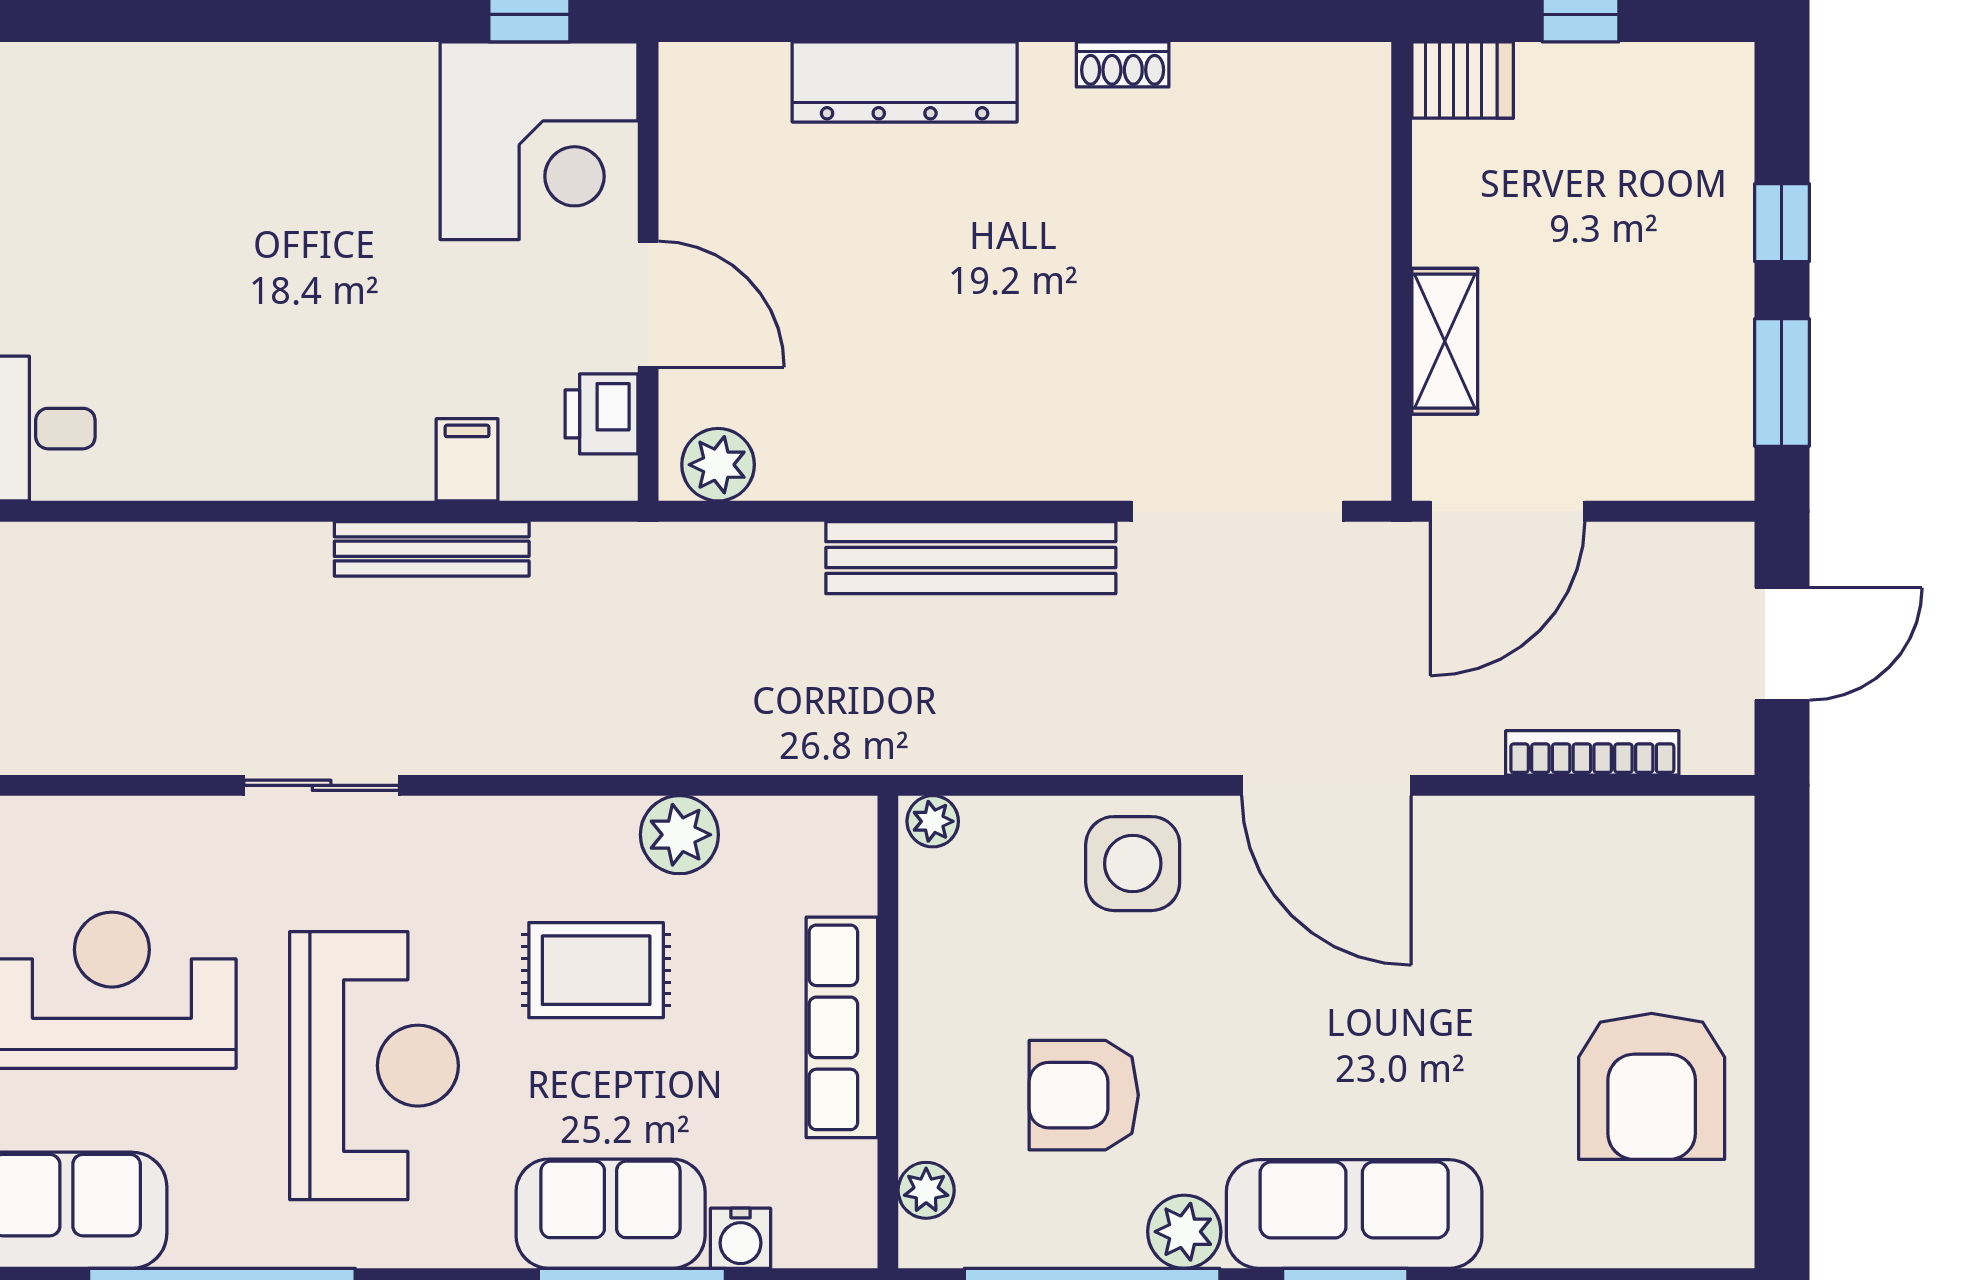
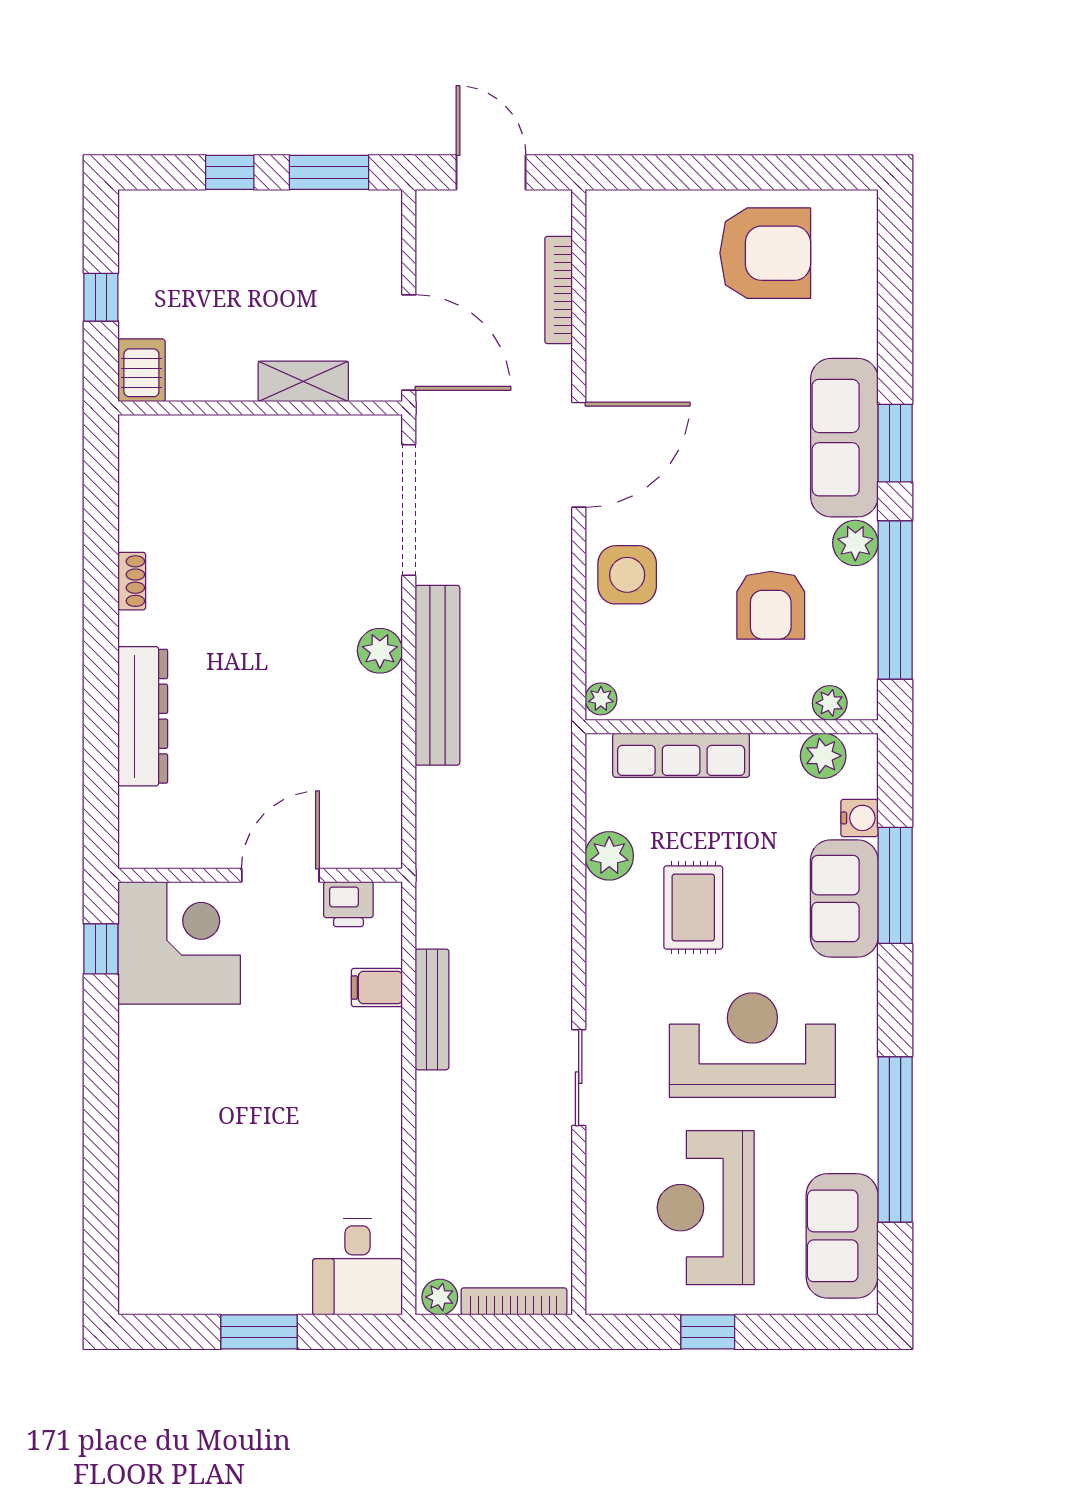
plant: (718, 465) -> (380, 651), moved
row of seats: (842, 1027) -> (681, 755), moved
plant: (841, 1180) -> (823, 756), added

